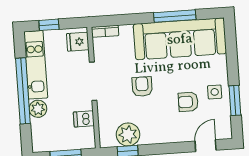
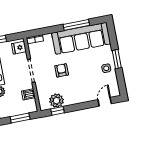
window: (235, 100) -> (117, 59), moved
armchair: (188, 102) -> (91, 76), removed

